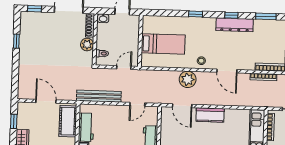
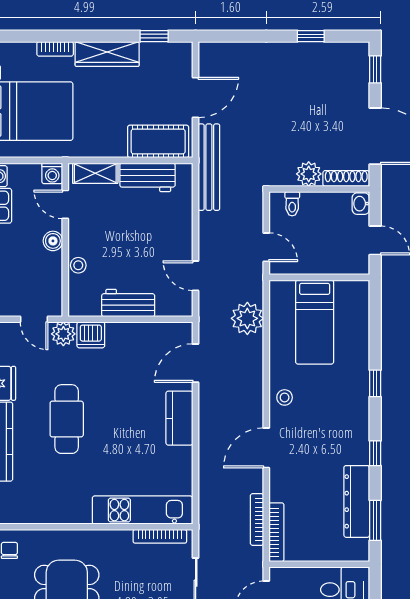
dresser: (235, 25) -> (357, 501), moved
plant: (188, 79) -> (247, 318), moved
bench: (99, 96) -> (209, 167), moved

